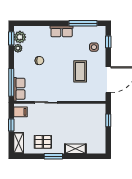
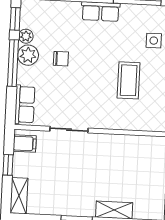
plant: (20, 37) -> (28, 55), moved
window: (11, 82) -> (13, 63), moved
pallet: (43, 142) -> (60, 196), removed

